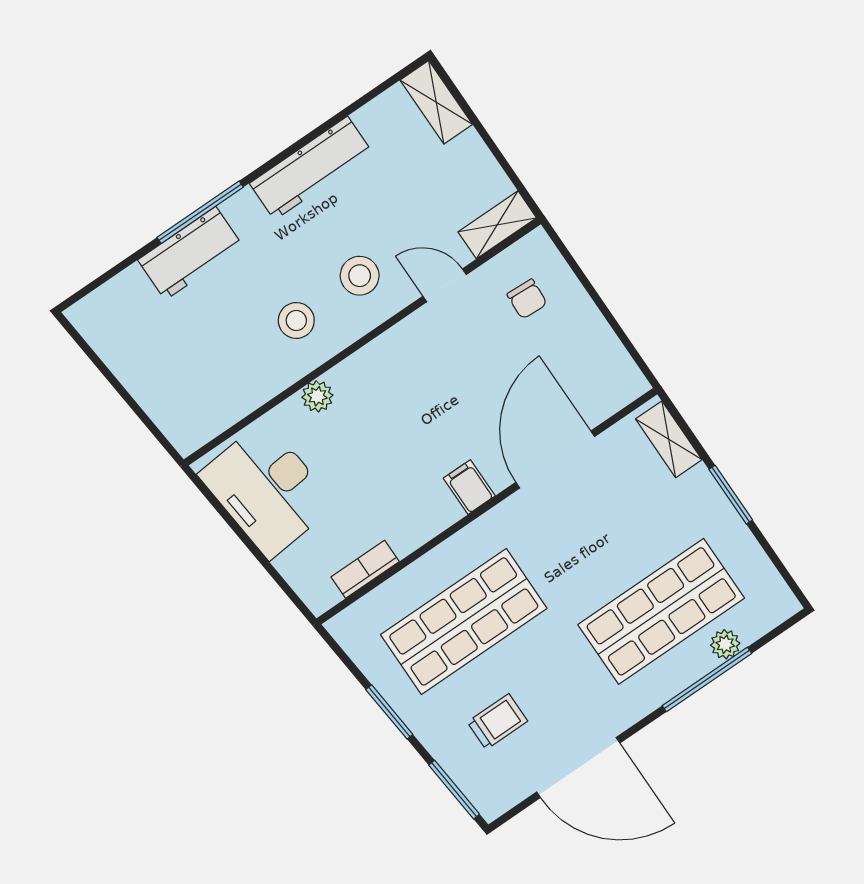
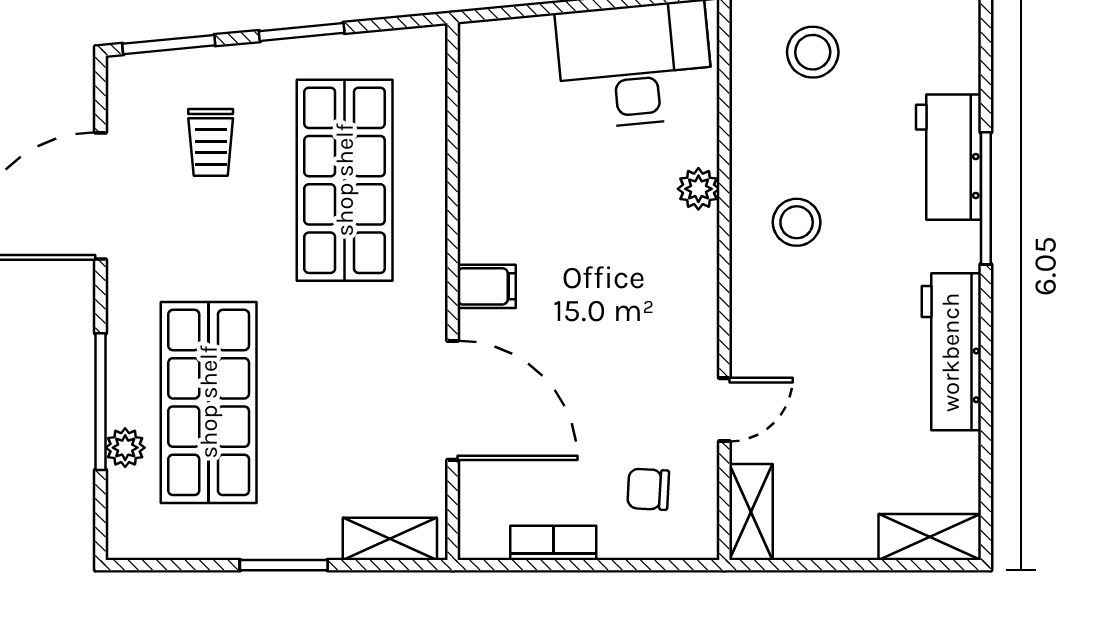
stool: (360, 276) -> (813, 52), moved
bookcase: (365, 569) -> (553, 543), moved, turned -90

